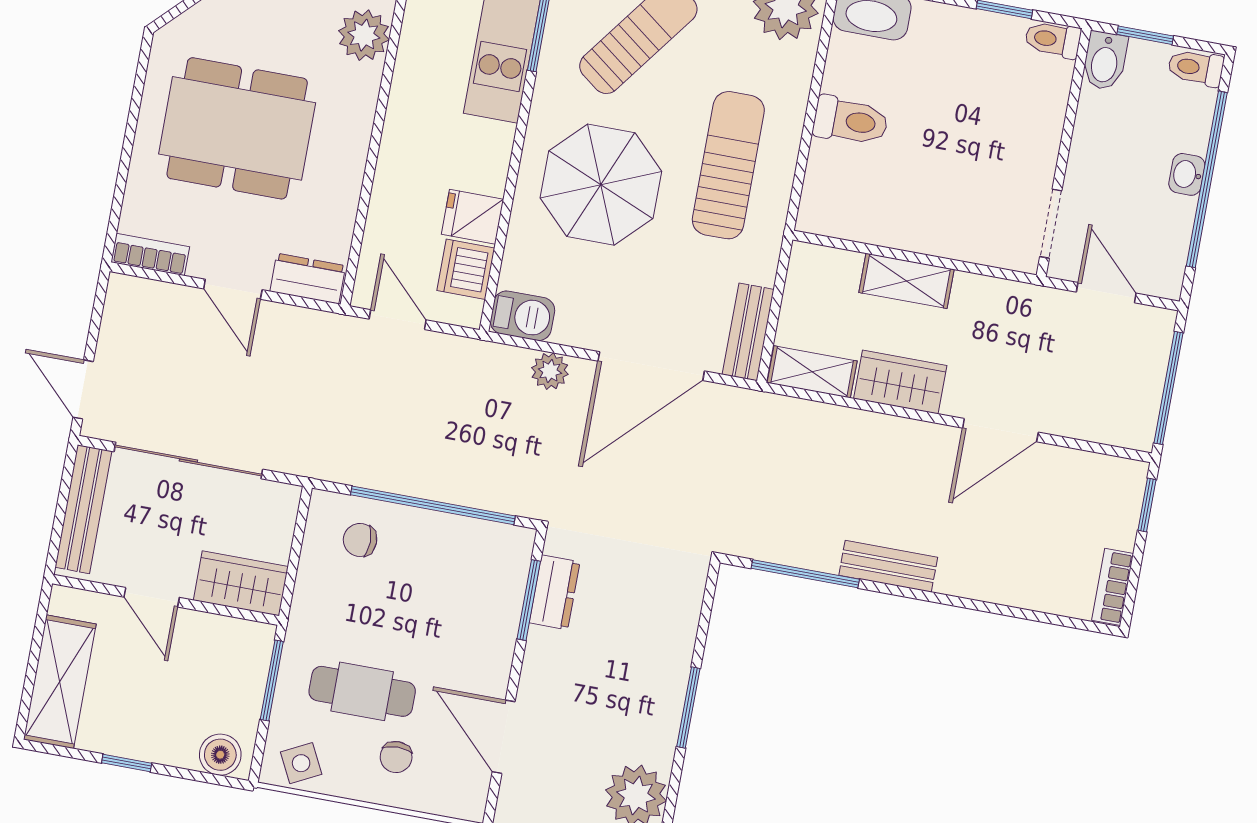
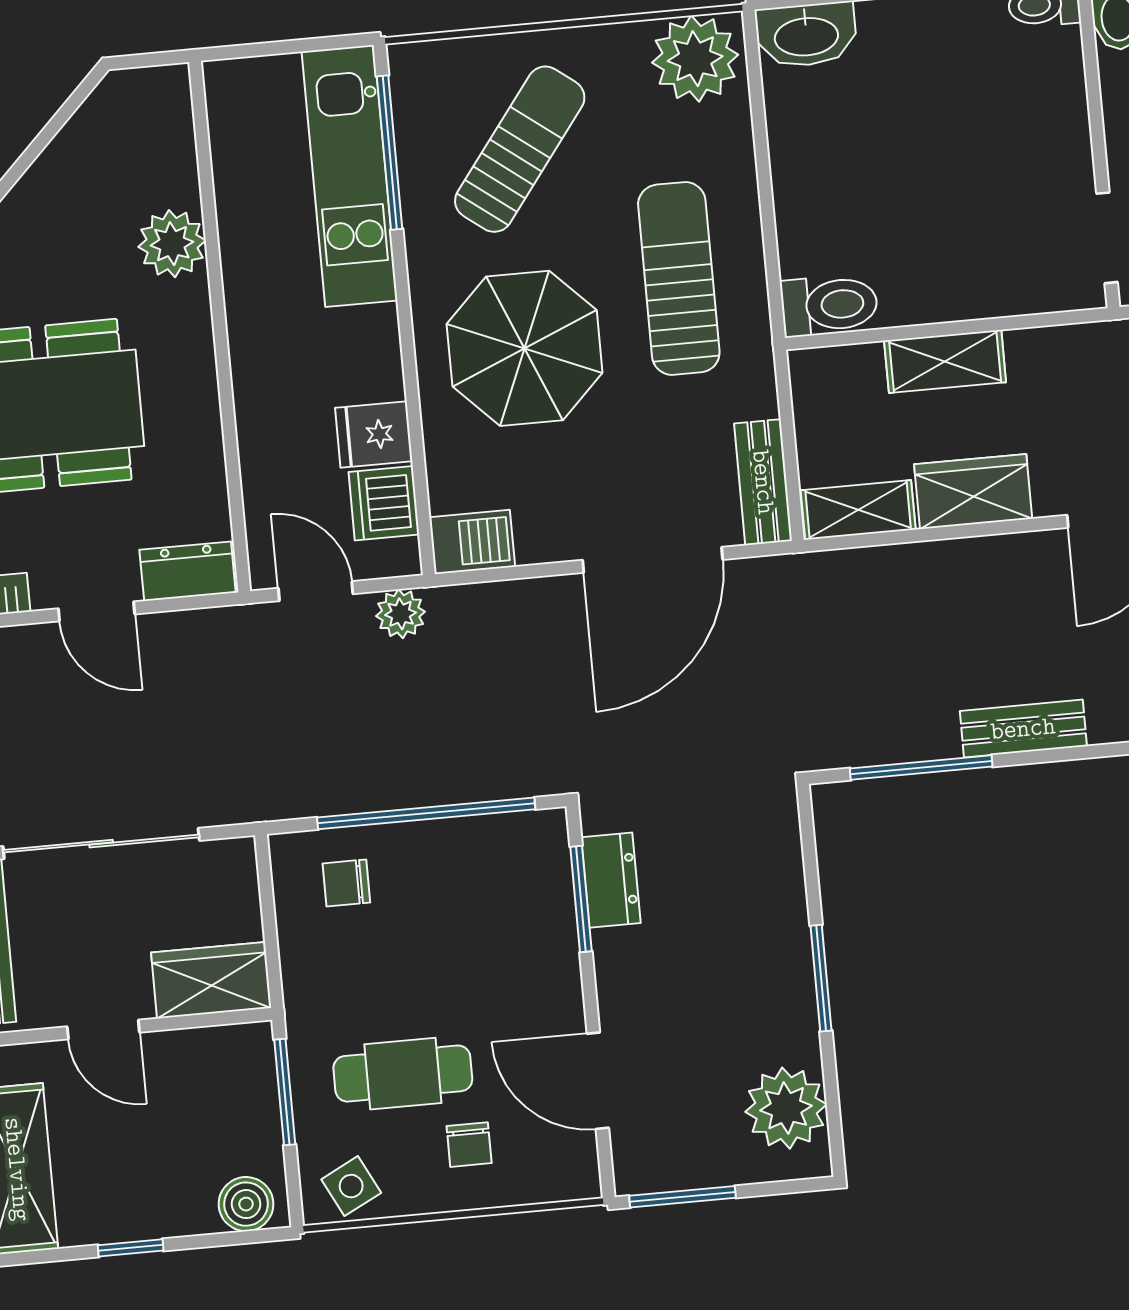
toilet: (851, 121) -> (829, 305), moved
plant: (550, 371) -> (401, 614), moved

